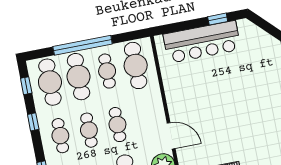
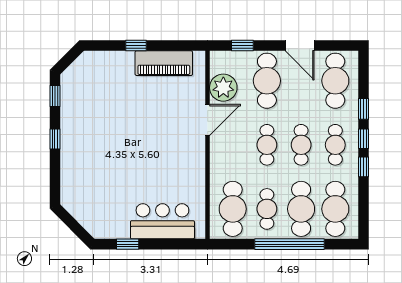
bar counter: (202, 42) -> (162, 221), width x0.73
window: (26, 86) -> (364, 139), moved
door: (171, 136) -> (208, 120), swing flipped

